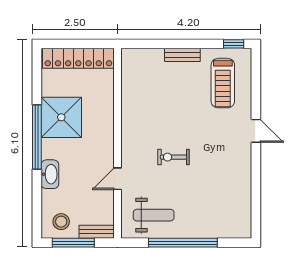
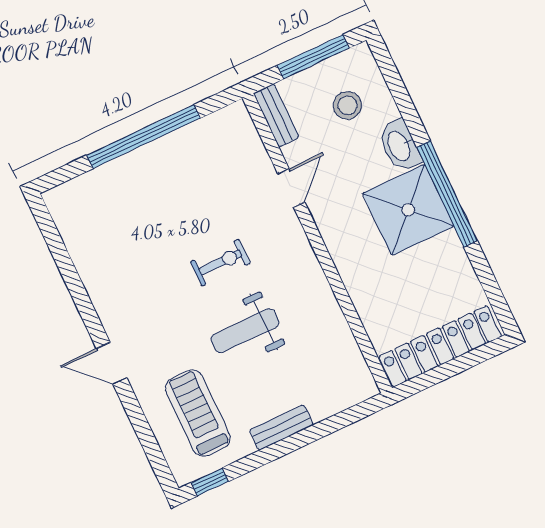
shower: (61, 117) -> (408, 210), moved
weight bench: (154, 215) -> (245, 331), moved
stool: (61, 222) -> (347, 105), moved
bench: (97, 232) -> (276, 115), moved, turned 90

